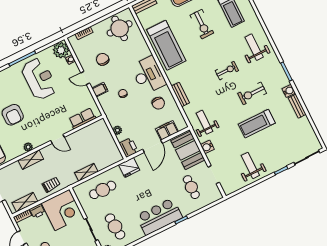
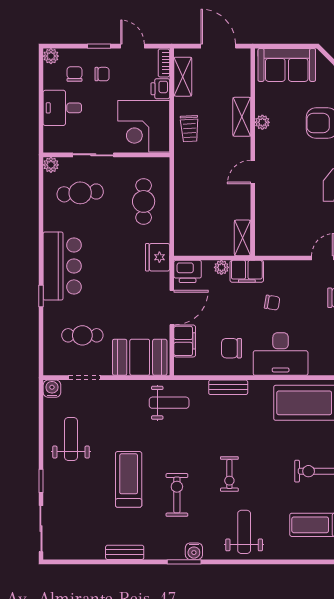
weight bench: (254, 47) -> (244, 532), turned -90
filing cabinet: (100, 90) -> (247, 271), moved, width x2.00
water cooler: (289, 91) -> (194, 551), moved
row of seats: (82, 118) -> (265, 224), removed
door: (152, 146) -> (172, 308), swing flipped
water cooler: (207, 147) -> (52, 389), moved
weight bench: (250, 165) -> (71, 439), turned -90
shelving: (86, 172) -> (243, 238), moved

